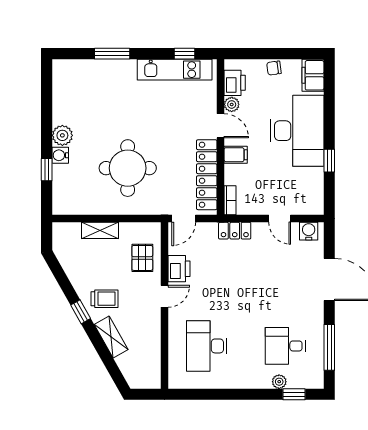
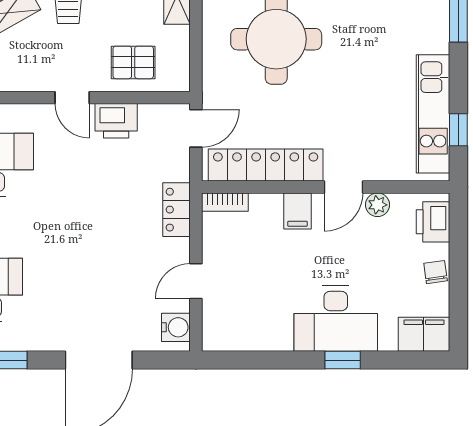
printer: (235, 83) -> (433, 222), moved, turned 90
desk: (297, 131) -> (336, 319), width x0.73, depth x0.77
window: (329, 161) -> (343, 360), moved
door: (184, 219) -> (196, 128), swing flipped

